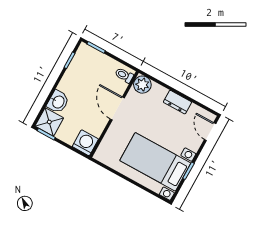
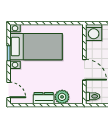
plant: (142, 85) -> (62, 97), moved

